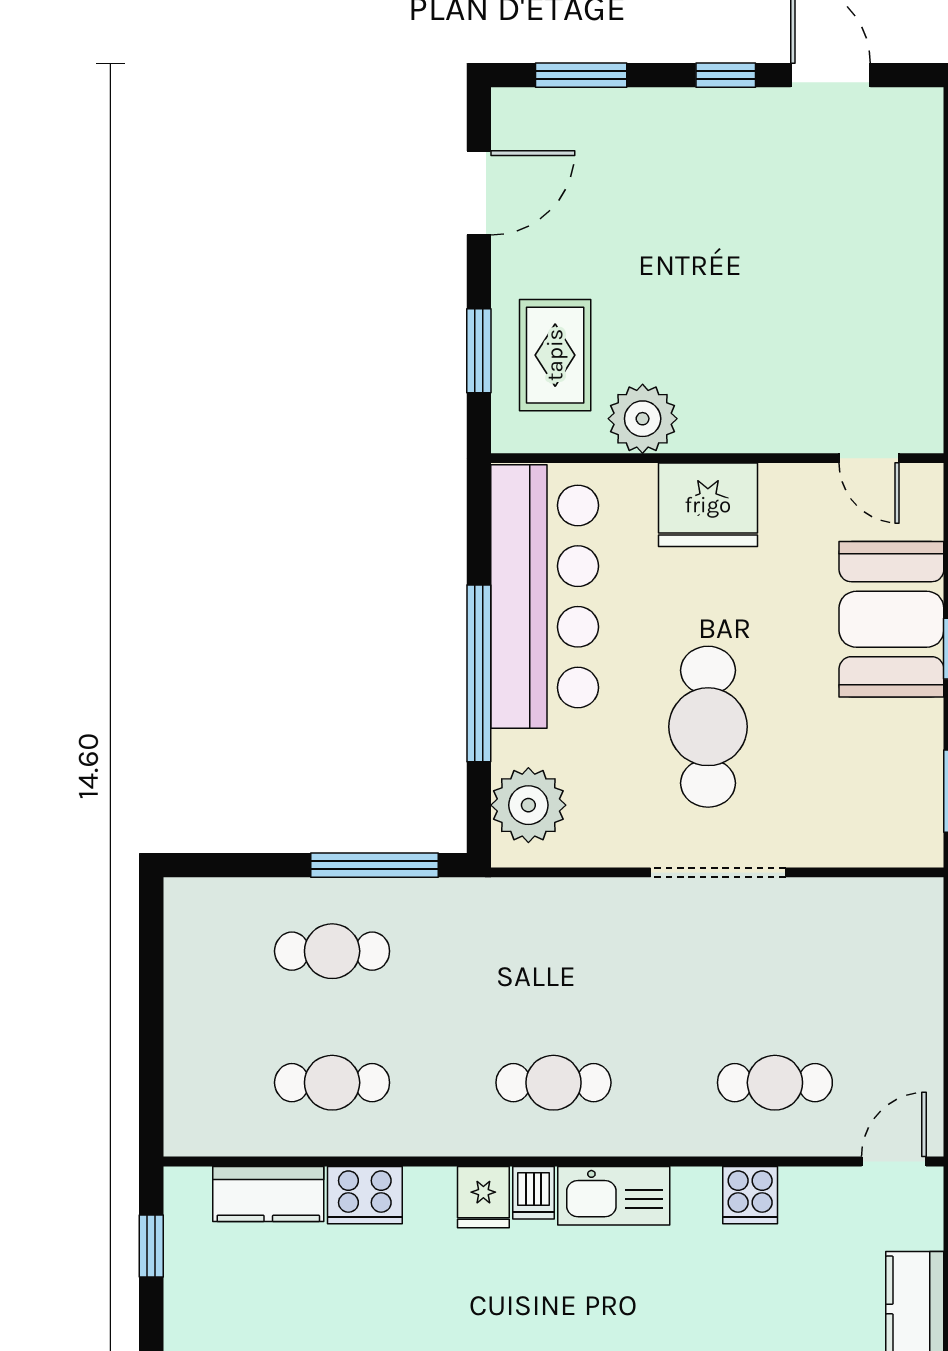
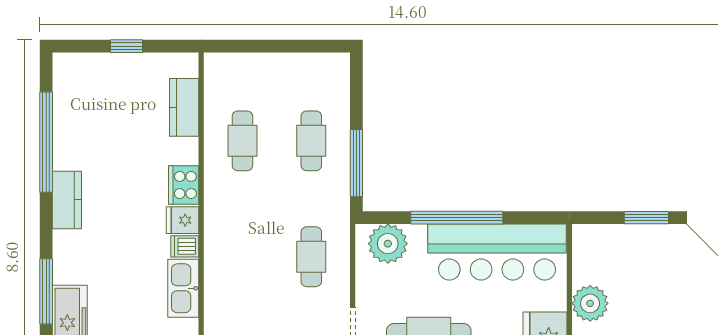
window: (479, 351) -> (646, 218), moved
rug: (555, 355) -> (623, 258), removed
cafe table: (553, 1083) -> (311, 257), moved
cooker: (365, 1195) -> (184, 185), moved
window: (151, 1246) -> (127, 46), moved

